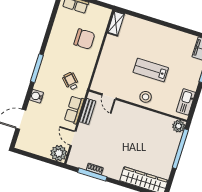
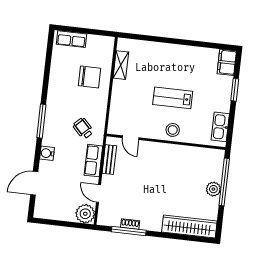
shelving: (116, 23) -> (121, 65), moved
plant: (179, 126) -> (213, 189), moved

